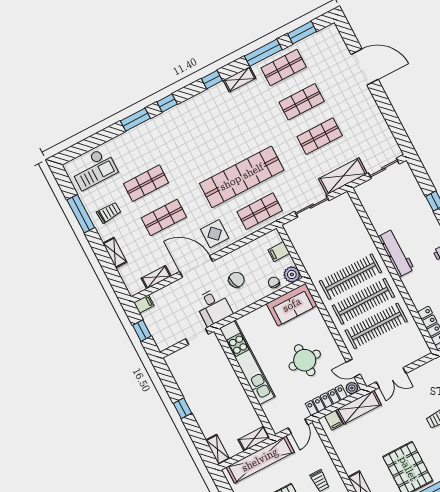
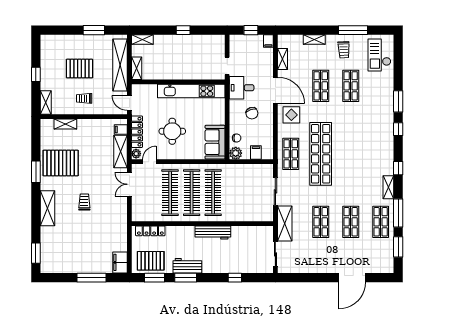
door: (196, 266) -> (275, 90), hinge flipped

